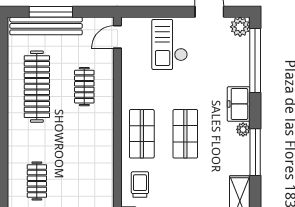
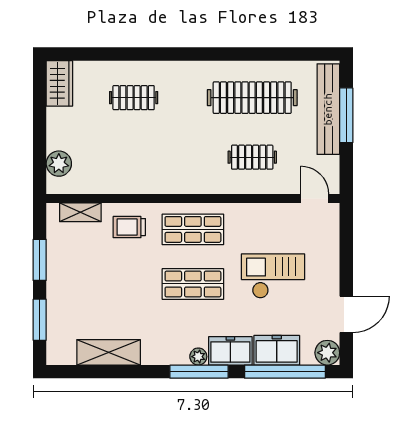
checkout: (170, 44) -> (273, 276), moved
freezer: (238, 67) -> (277, 350), added
window: (255, 152) -> (199, 372), moved
trolley: (140, 184) -> (129, 227), turned 180

